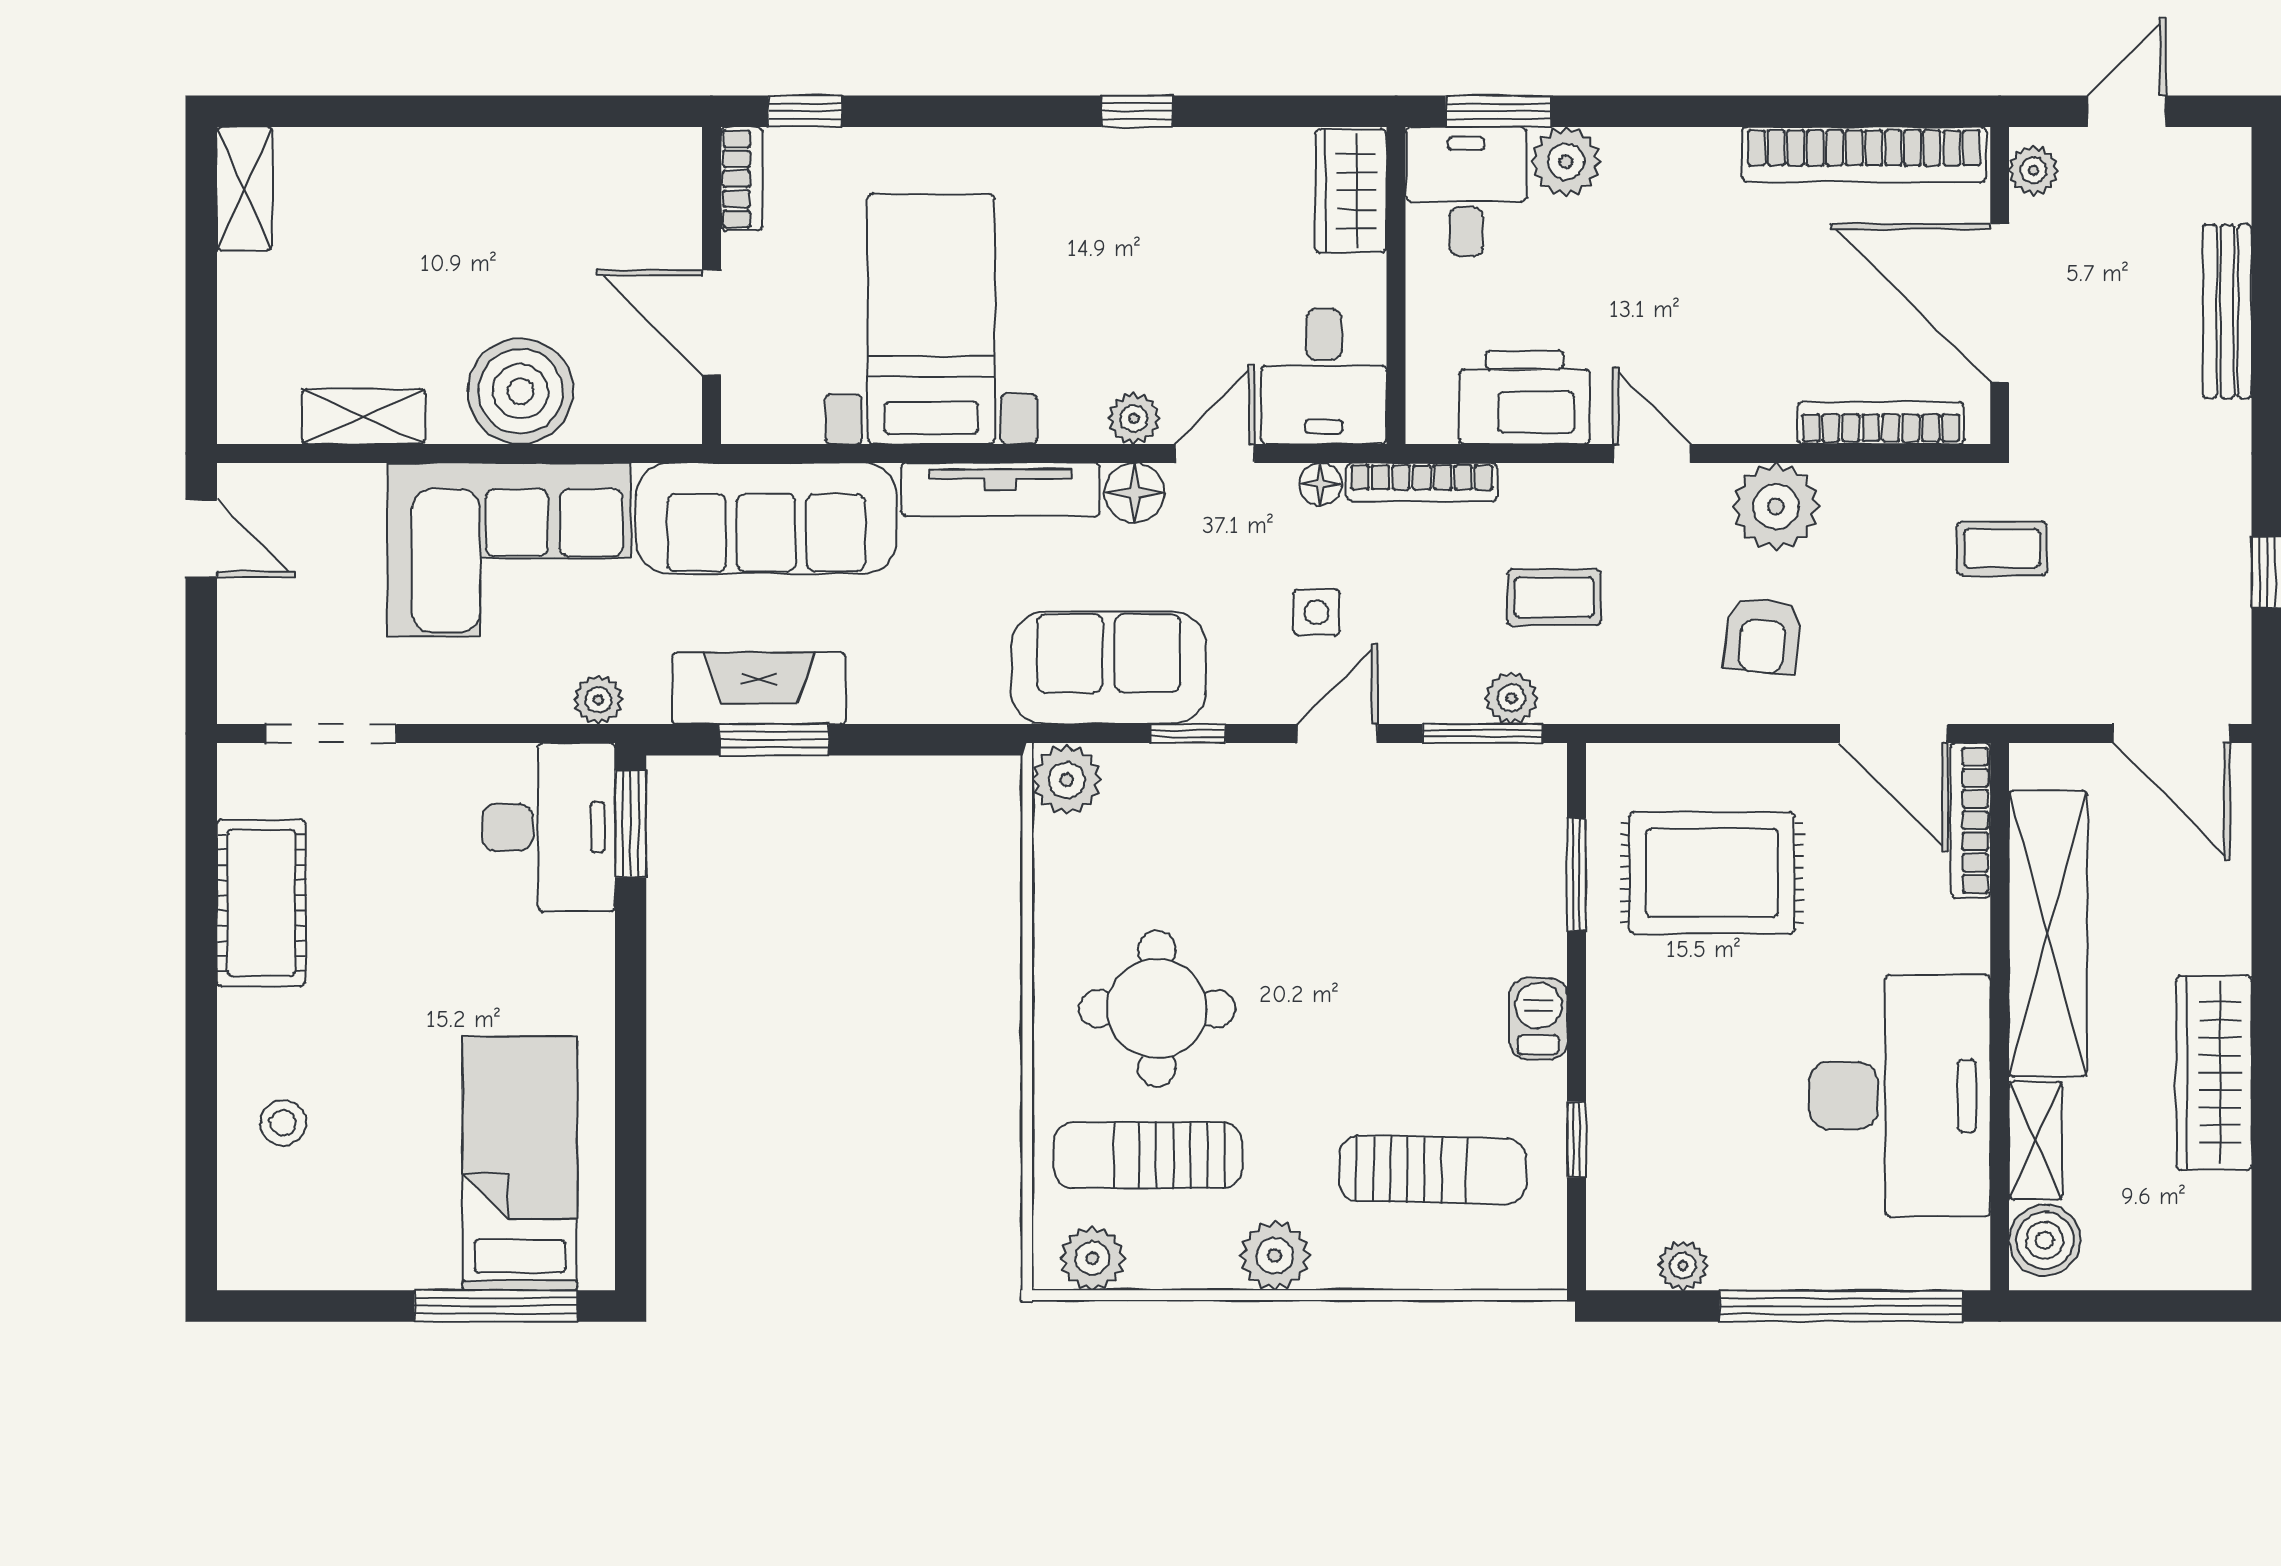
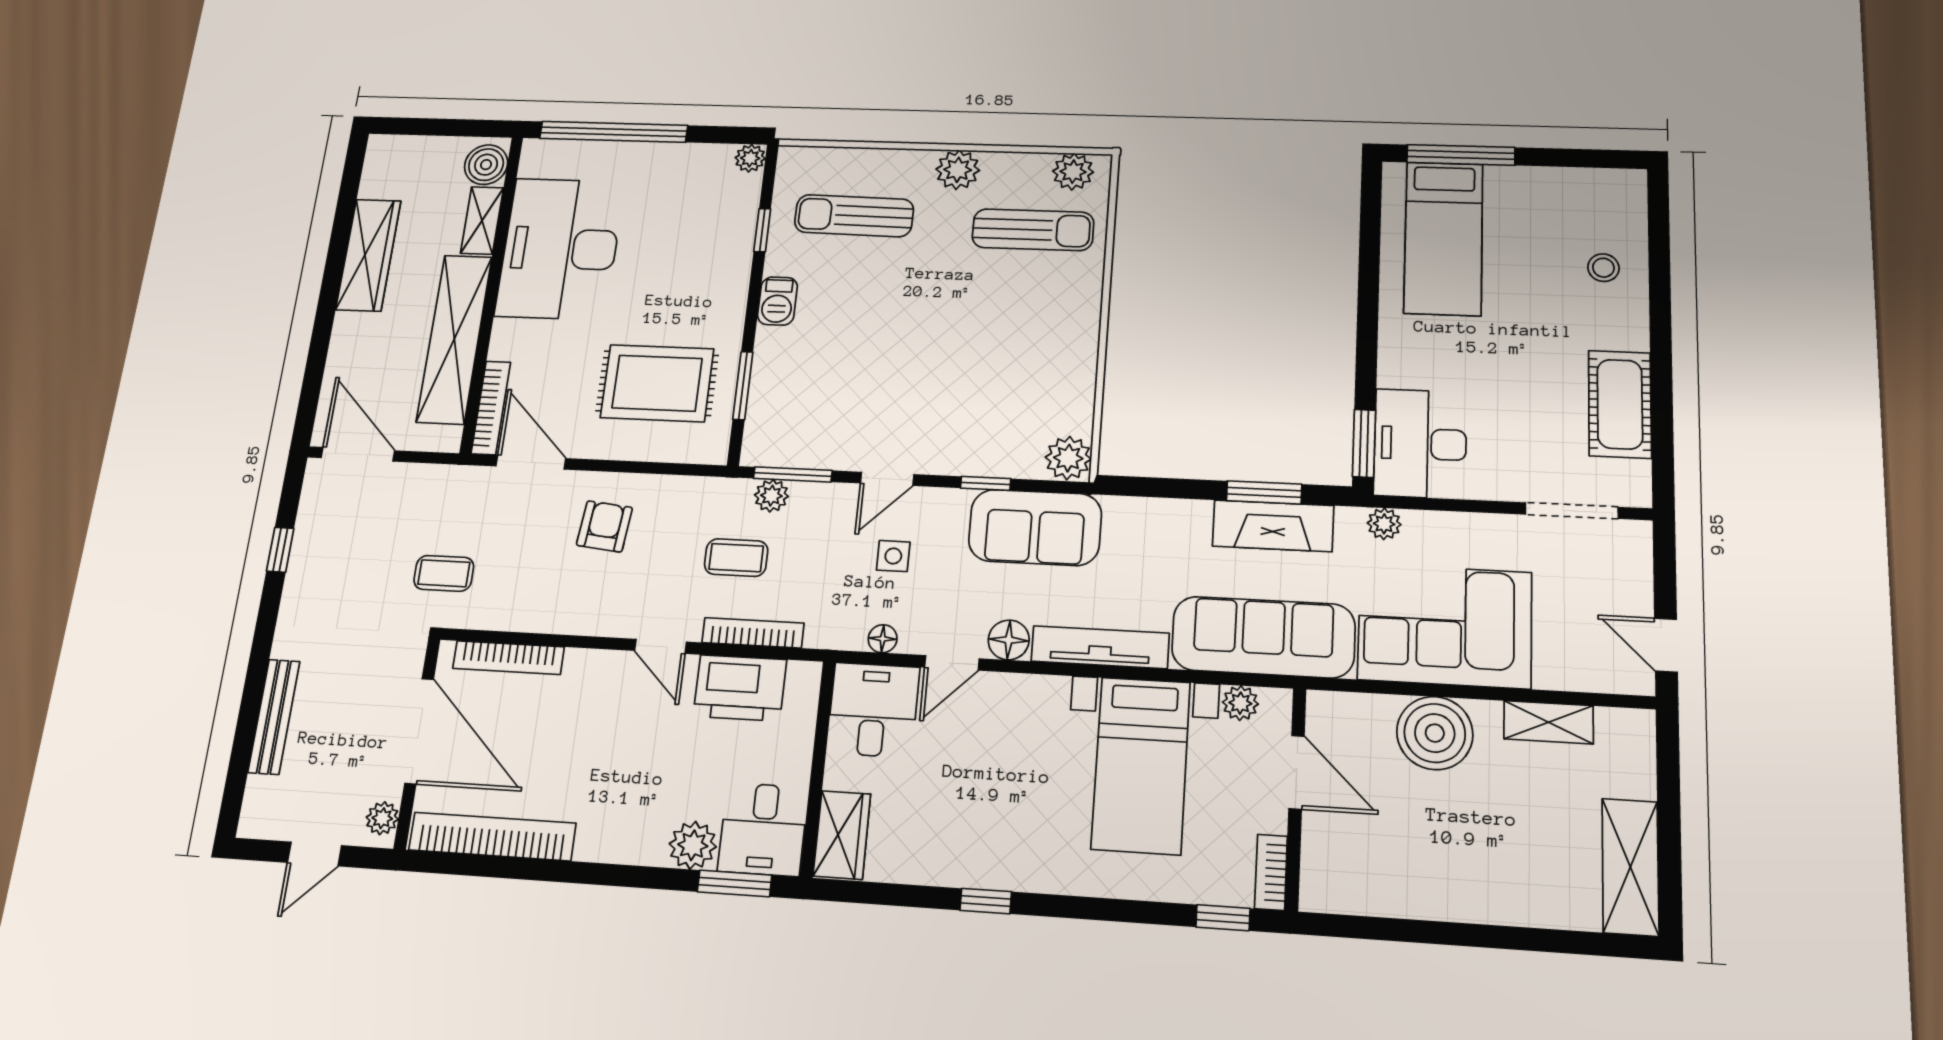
shelving: (245, 189) -> (1630, 867), width x1.50, depth x1.33
plant: (1134, 418) -> (1240, 703), moved
bookcase: (1422, 482) -> (753, 633), moved
plant: (1776, 507) -> (584, 608), removed
round table: (1157, 1009) -> (1020, 316), removed
plant: (1683, 1266) -> (750, 158), moved

